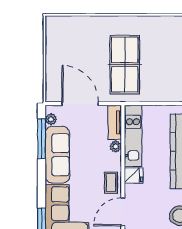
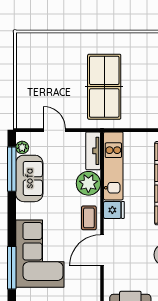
door: (80, 104) -> (55, 130), width x0.53
plant: (116, 146) -> (88, 183), width x1.88, depth x1.88
sofa: (57, 155) -> (29, 178), width x0.73

